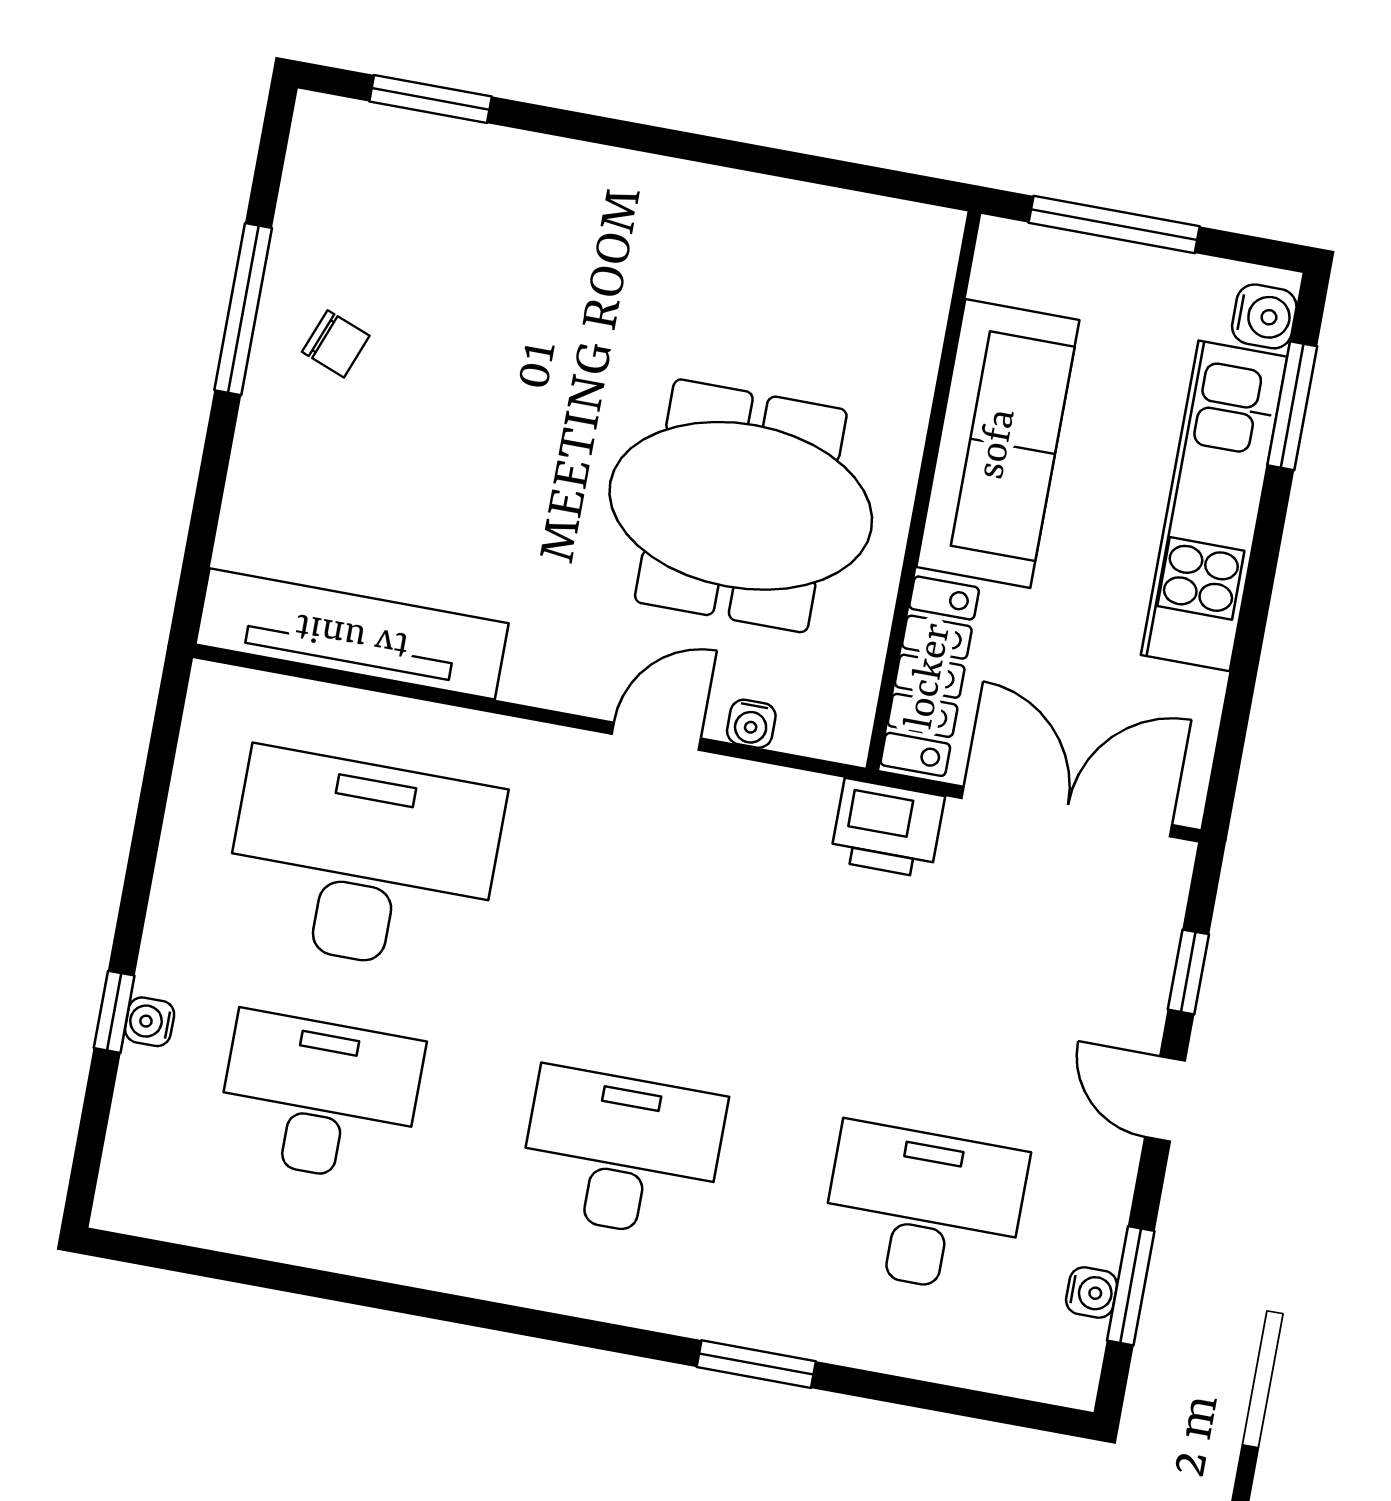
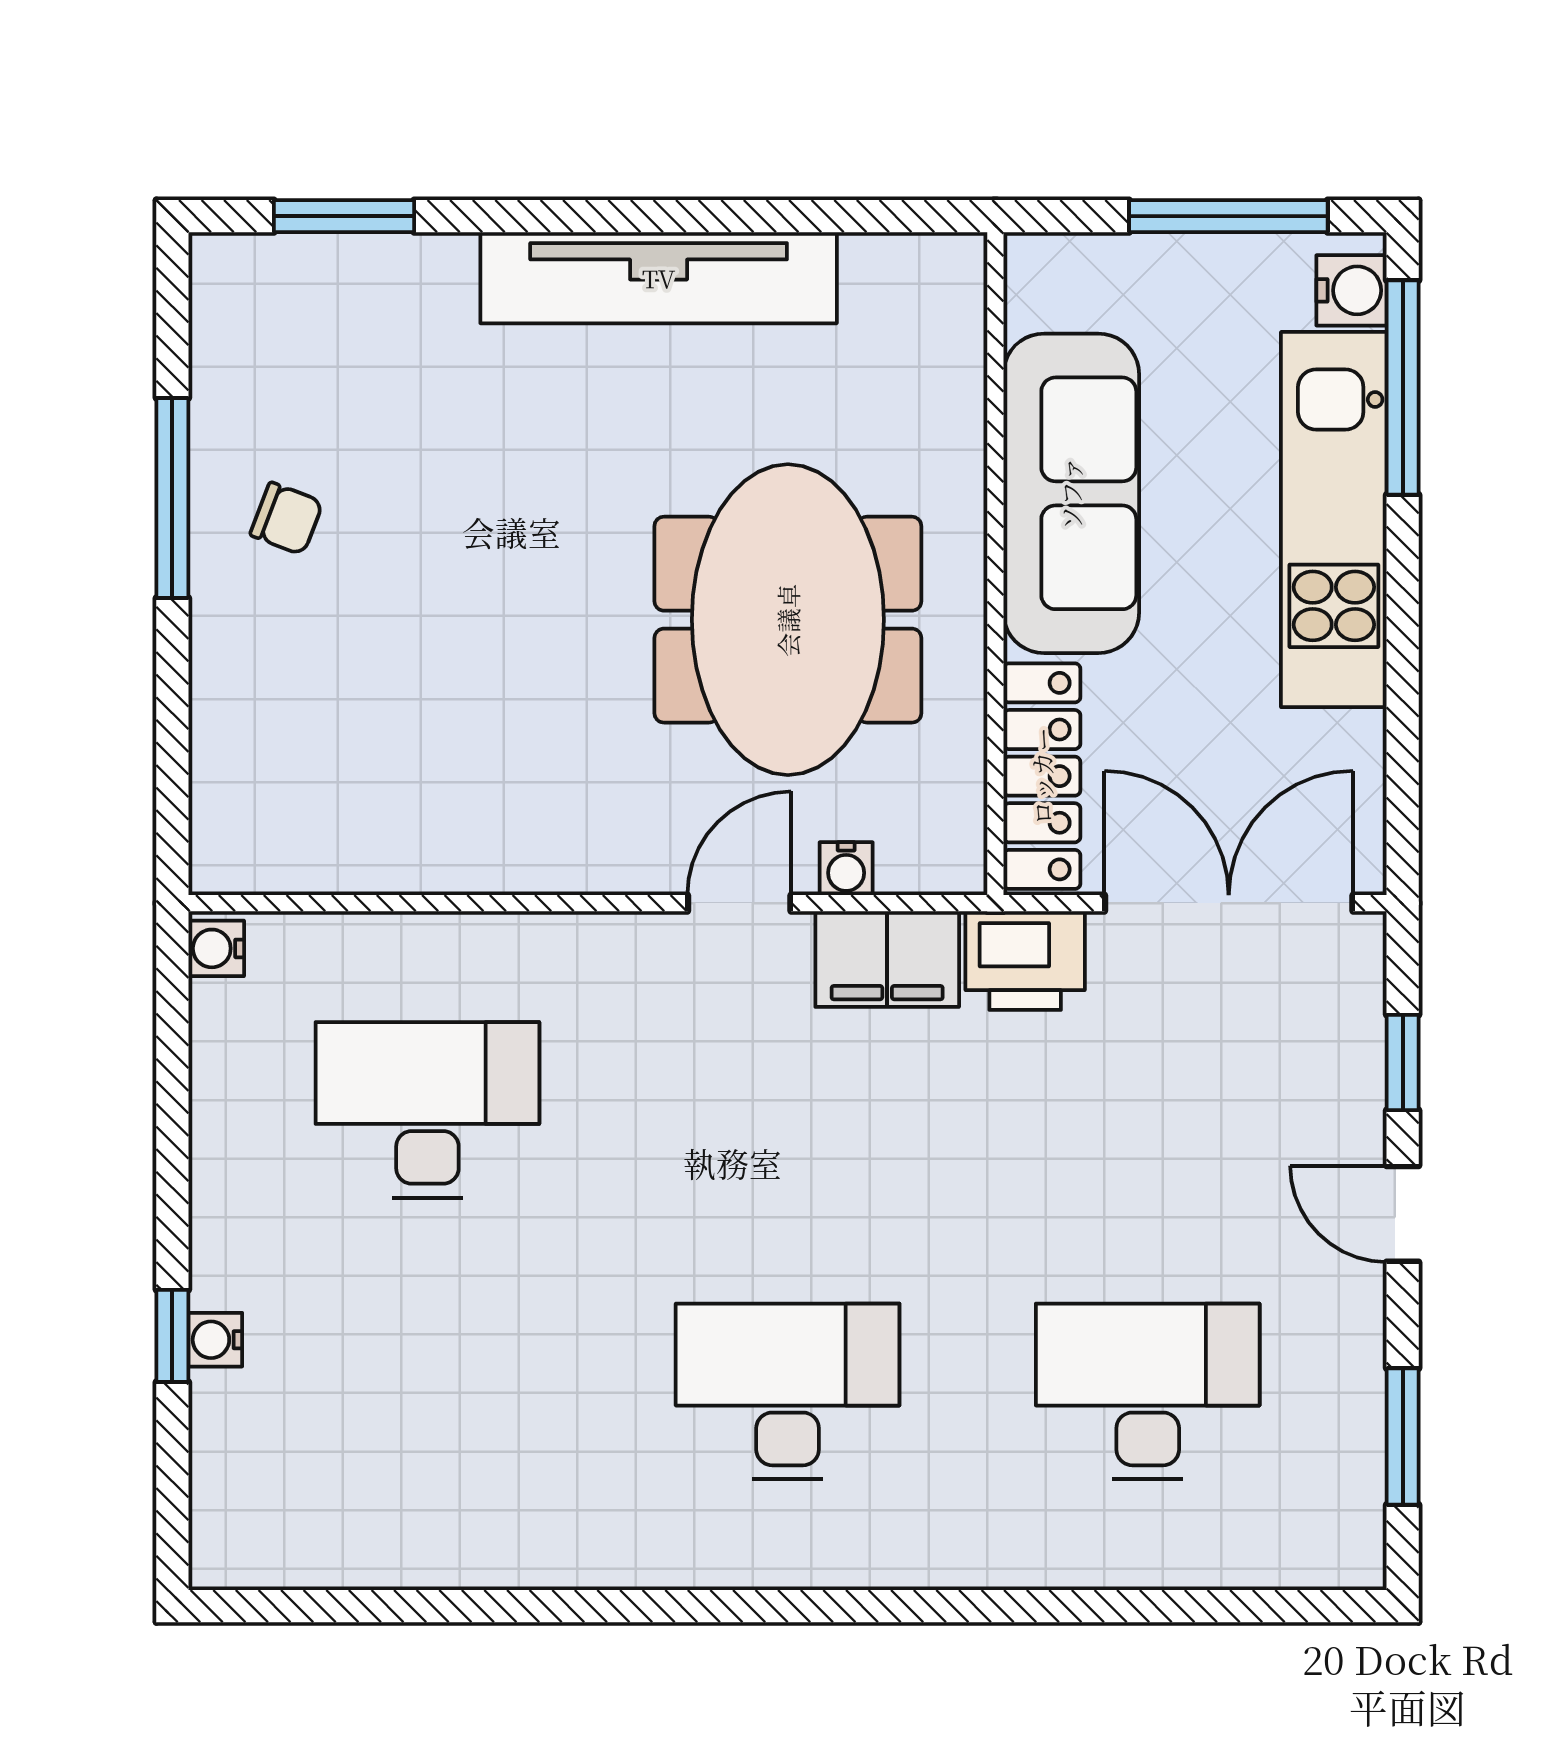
window: (1114, 225) -> (1228, 216), moved
window: (1292, 406) -> (1403, 387), width x1.44
meeting table: (741, 506) -> (788, 620), turned 90
tv unit: (352, 634) -> (659, 278), moved, turned 180
filing cabinet: (772, 806) -> (887, 959), added
desk: (363, 862) -> (427, 1110), width x0.73, depth x0.77
desk: (320, 1098) -> (427, 1391), removed
water cooler: (1092, 1293) -> (216, 948), moved, turned 180
window: (756, 1364) -> (987, 1606), removed

